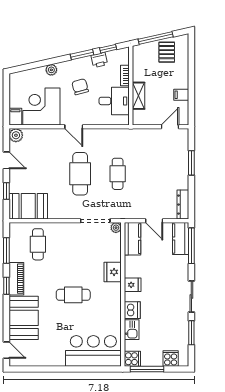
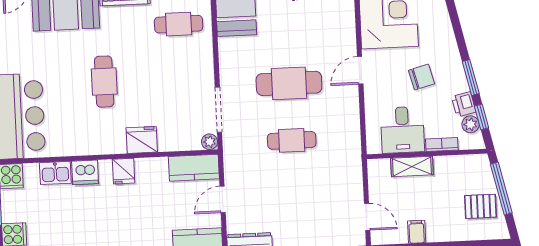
plant: (51, 70) -> (471, 124), moved

